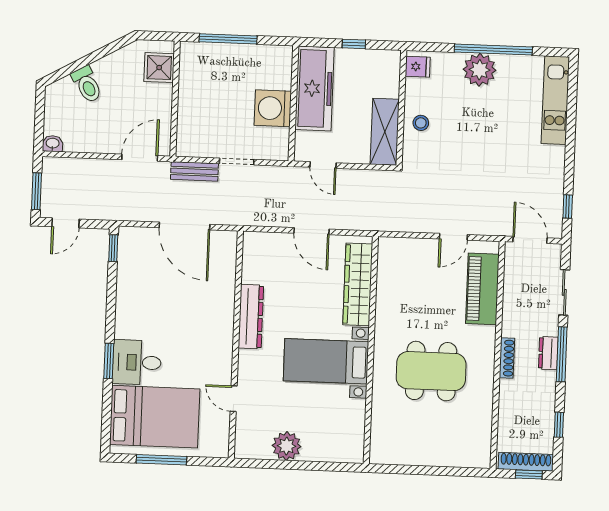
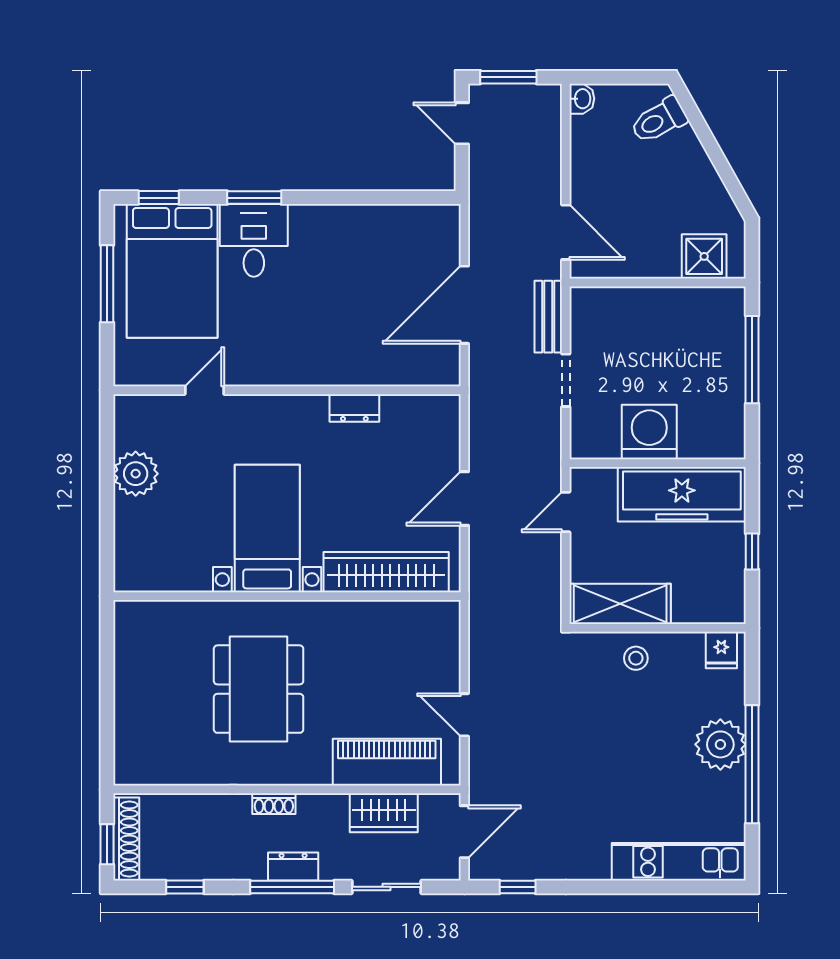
toilet: (87, 84) -> (659, 120), moved
window: (113, 248) -> (159, 198), moved
wardrobe: (515, 292) -> (384, 813), added
dresser: (251, 317) -> (354, 408), width x0.51, depth x0.80
shoe rack: (507, 358) -> (274, 804), width x0.70

